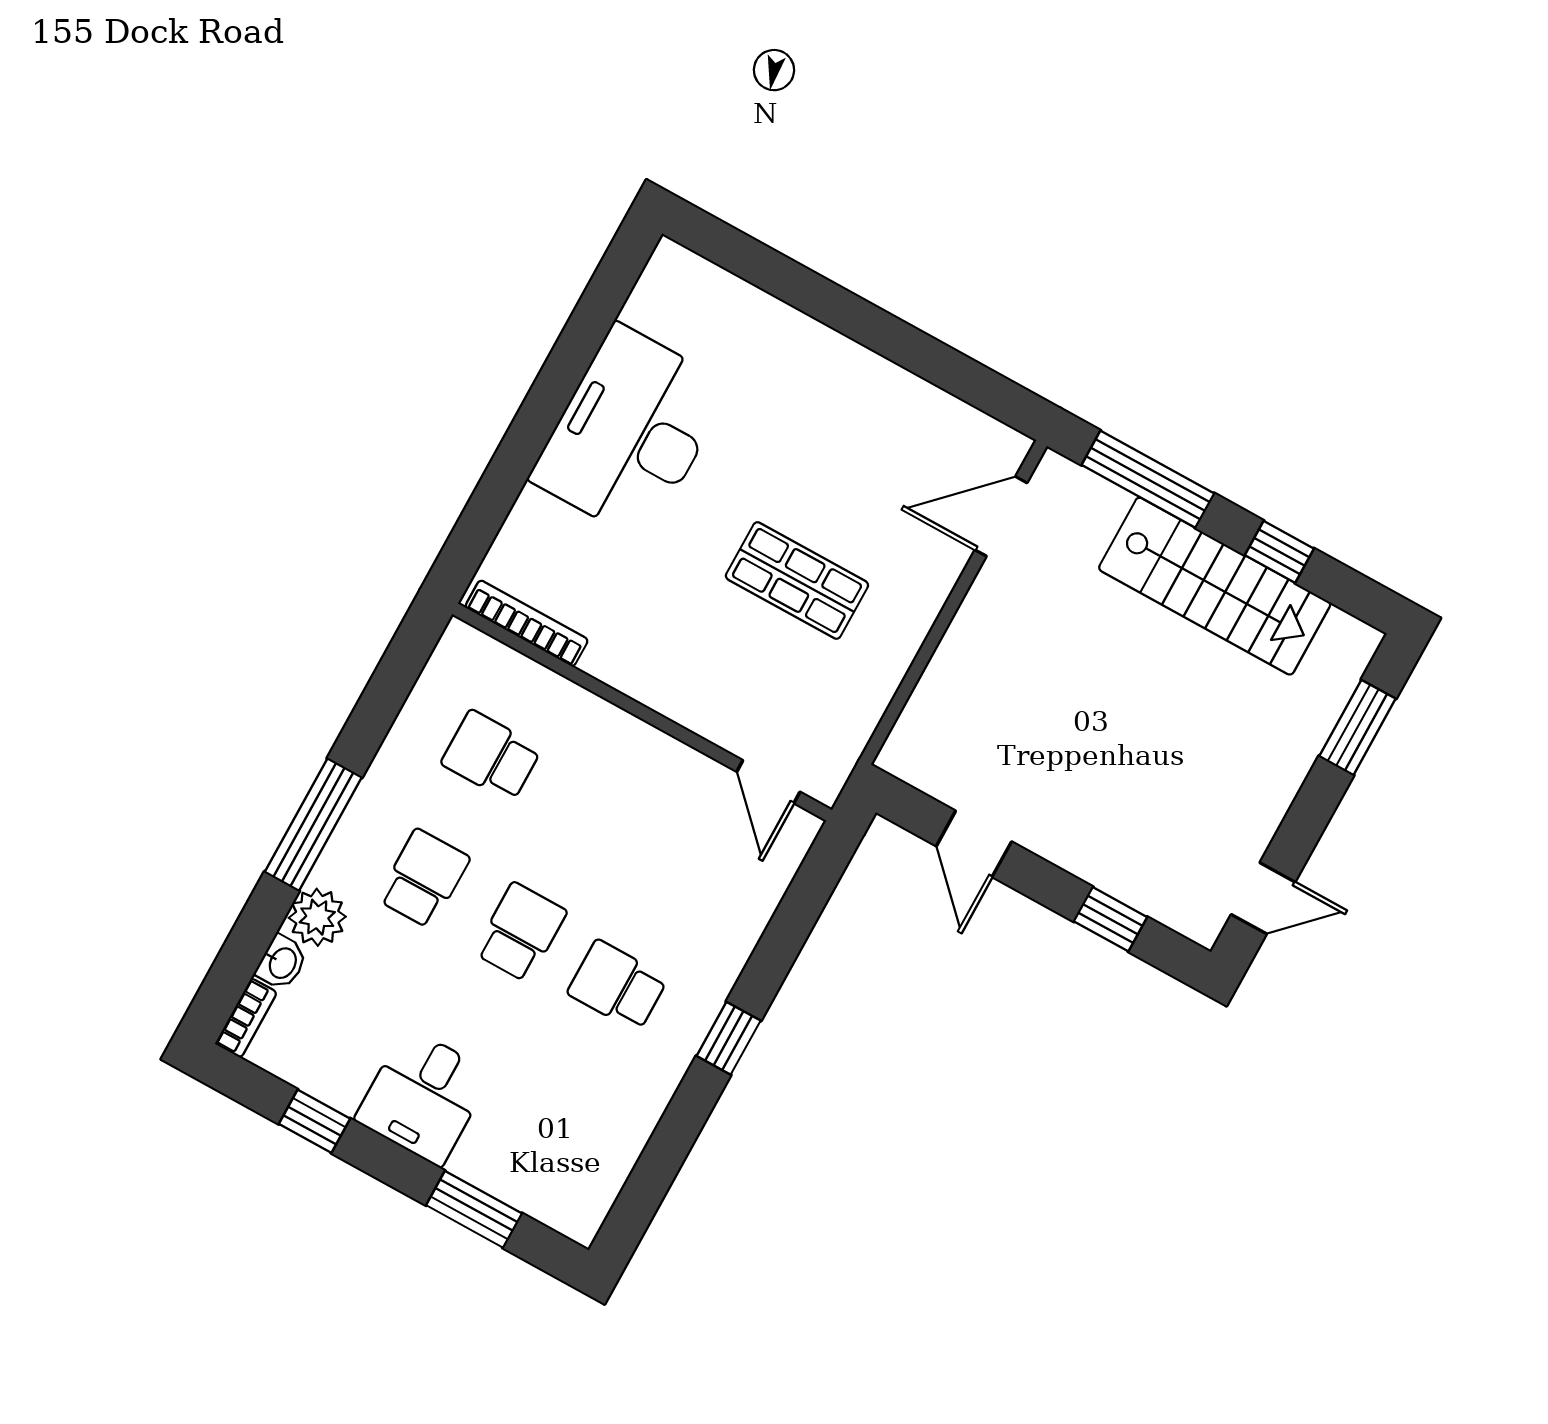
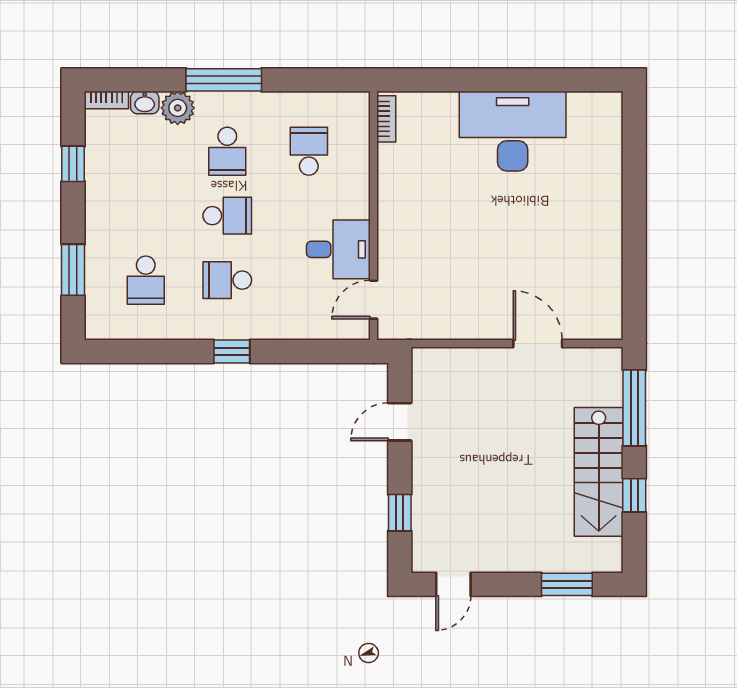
door: (1001, 516) -> (538, 343), moved
shop shelf: (797, 581) -> (484, 258), removed
bookcase: (527, 623) -> (386, 119), width x0.64
school desk: (424, 879) -> (227, 151), turned 90
door: (1263, 898) -> (453, 584), hinge flipped
school desk: (618, 986) -> (227, 280), turned -90
desk: (423, 1097) -> (338, 249), moved, turned 180
school desk: (550, 1108) -> (146, 280), added

